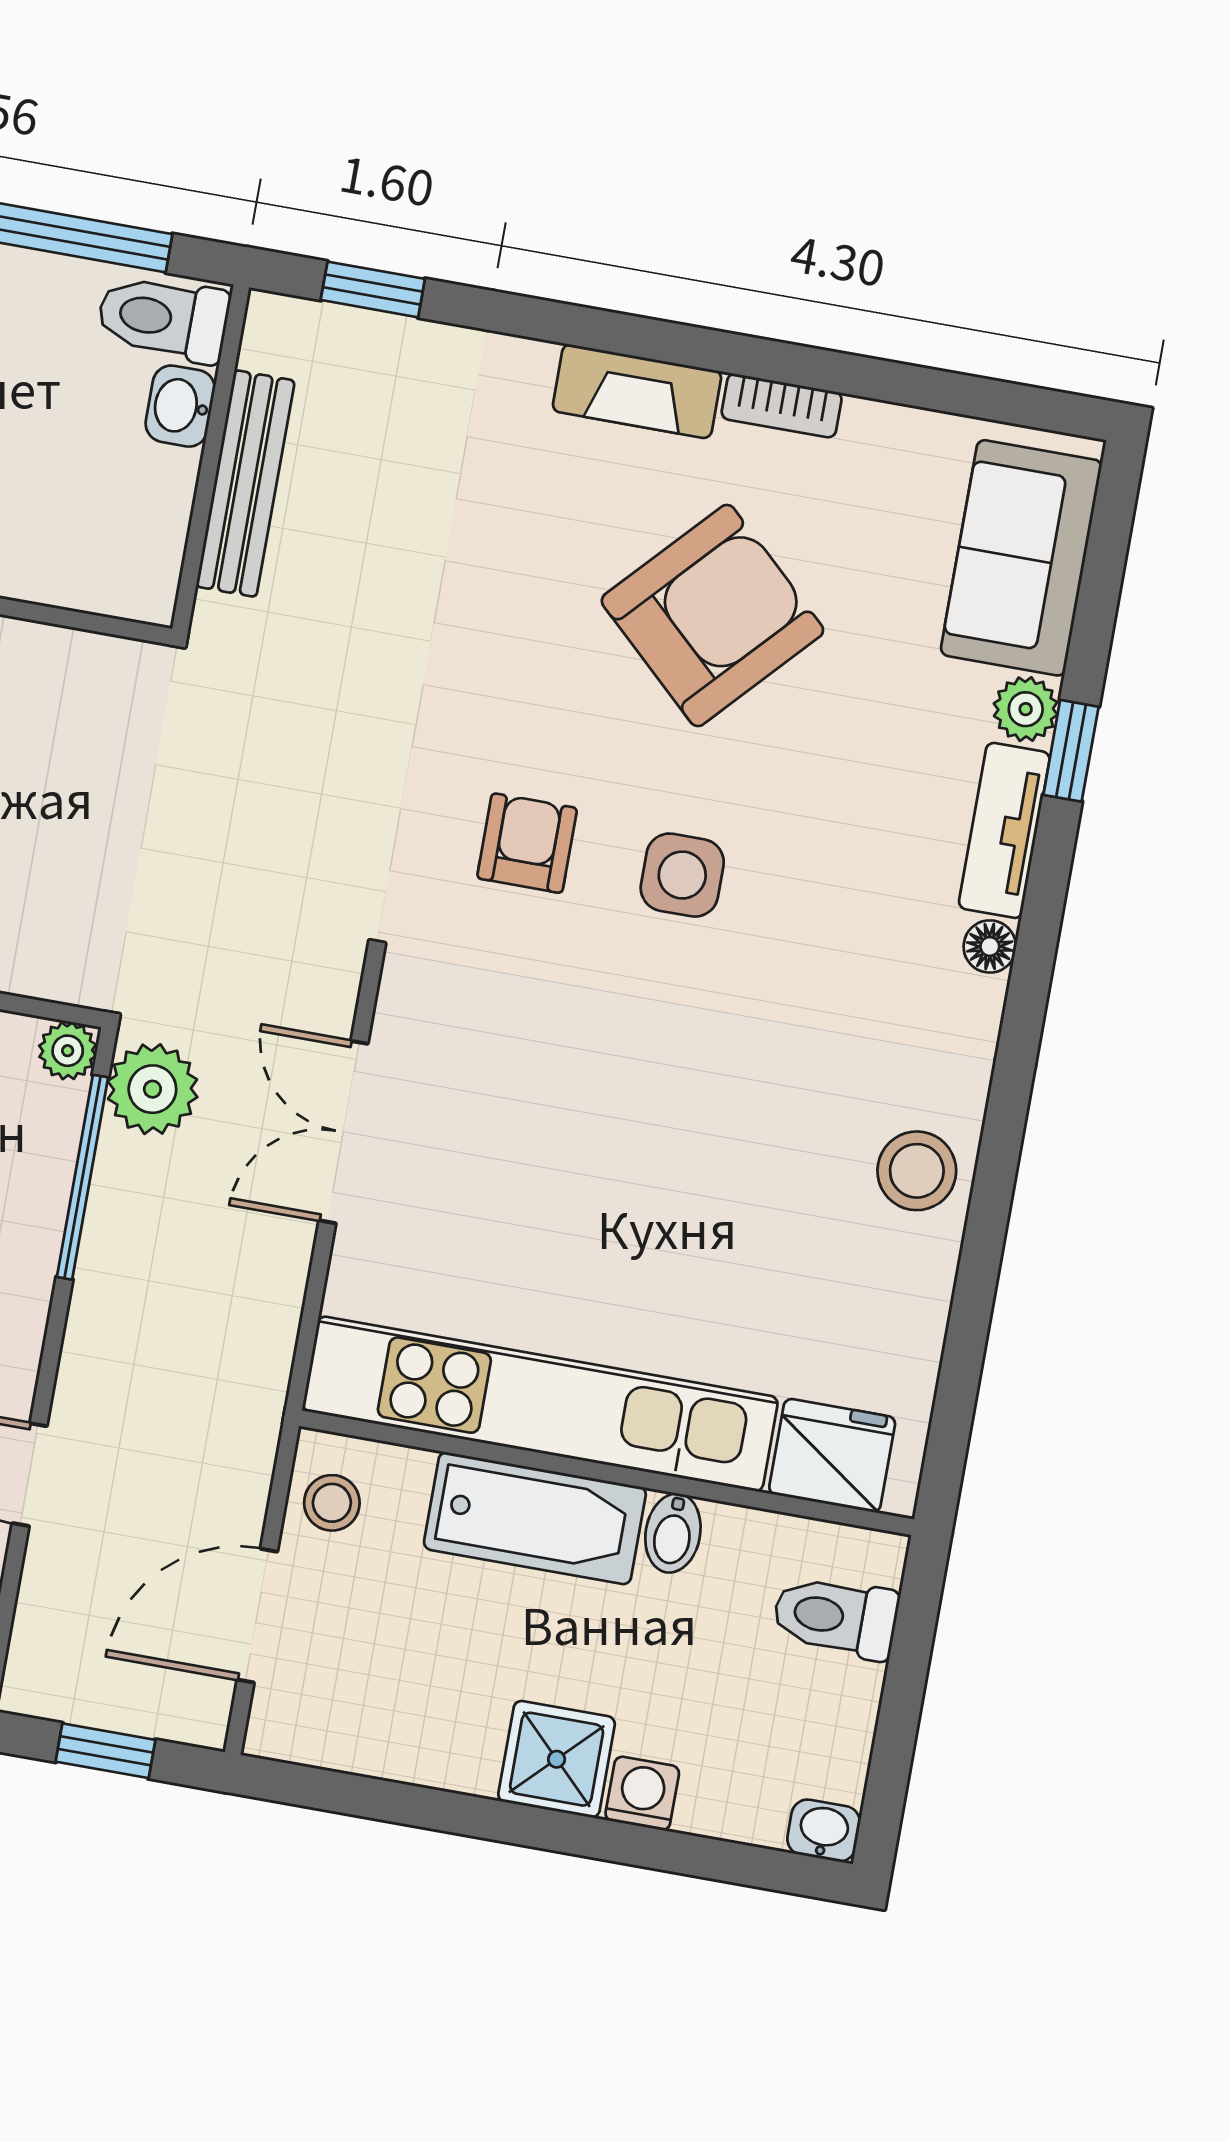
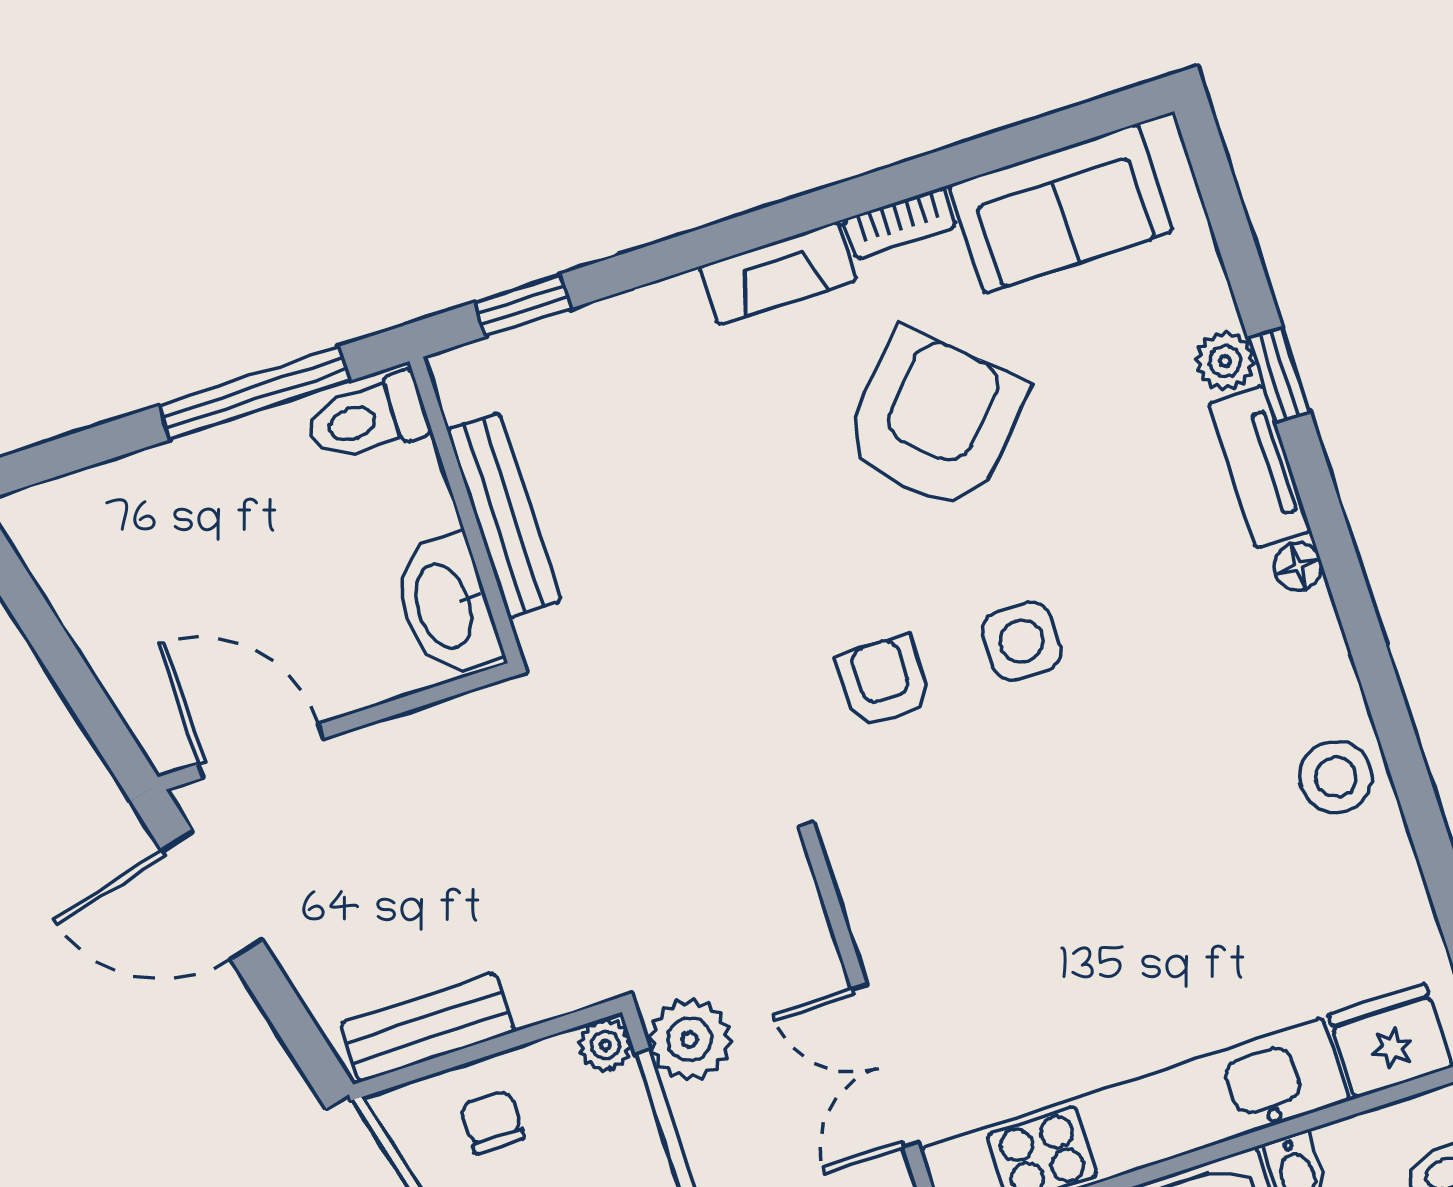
washbasin: (180, 406) -> (446, 606), moved, width x1.91, depth x1.45
sofa: (1021, 558) -> (1061, 209), moved, turned -90
double door: (343, 1132) -> (885, 1066), moved

